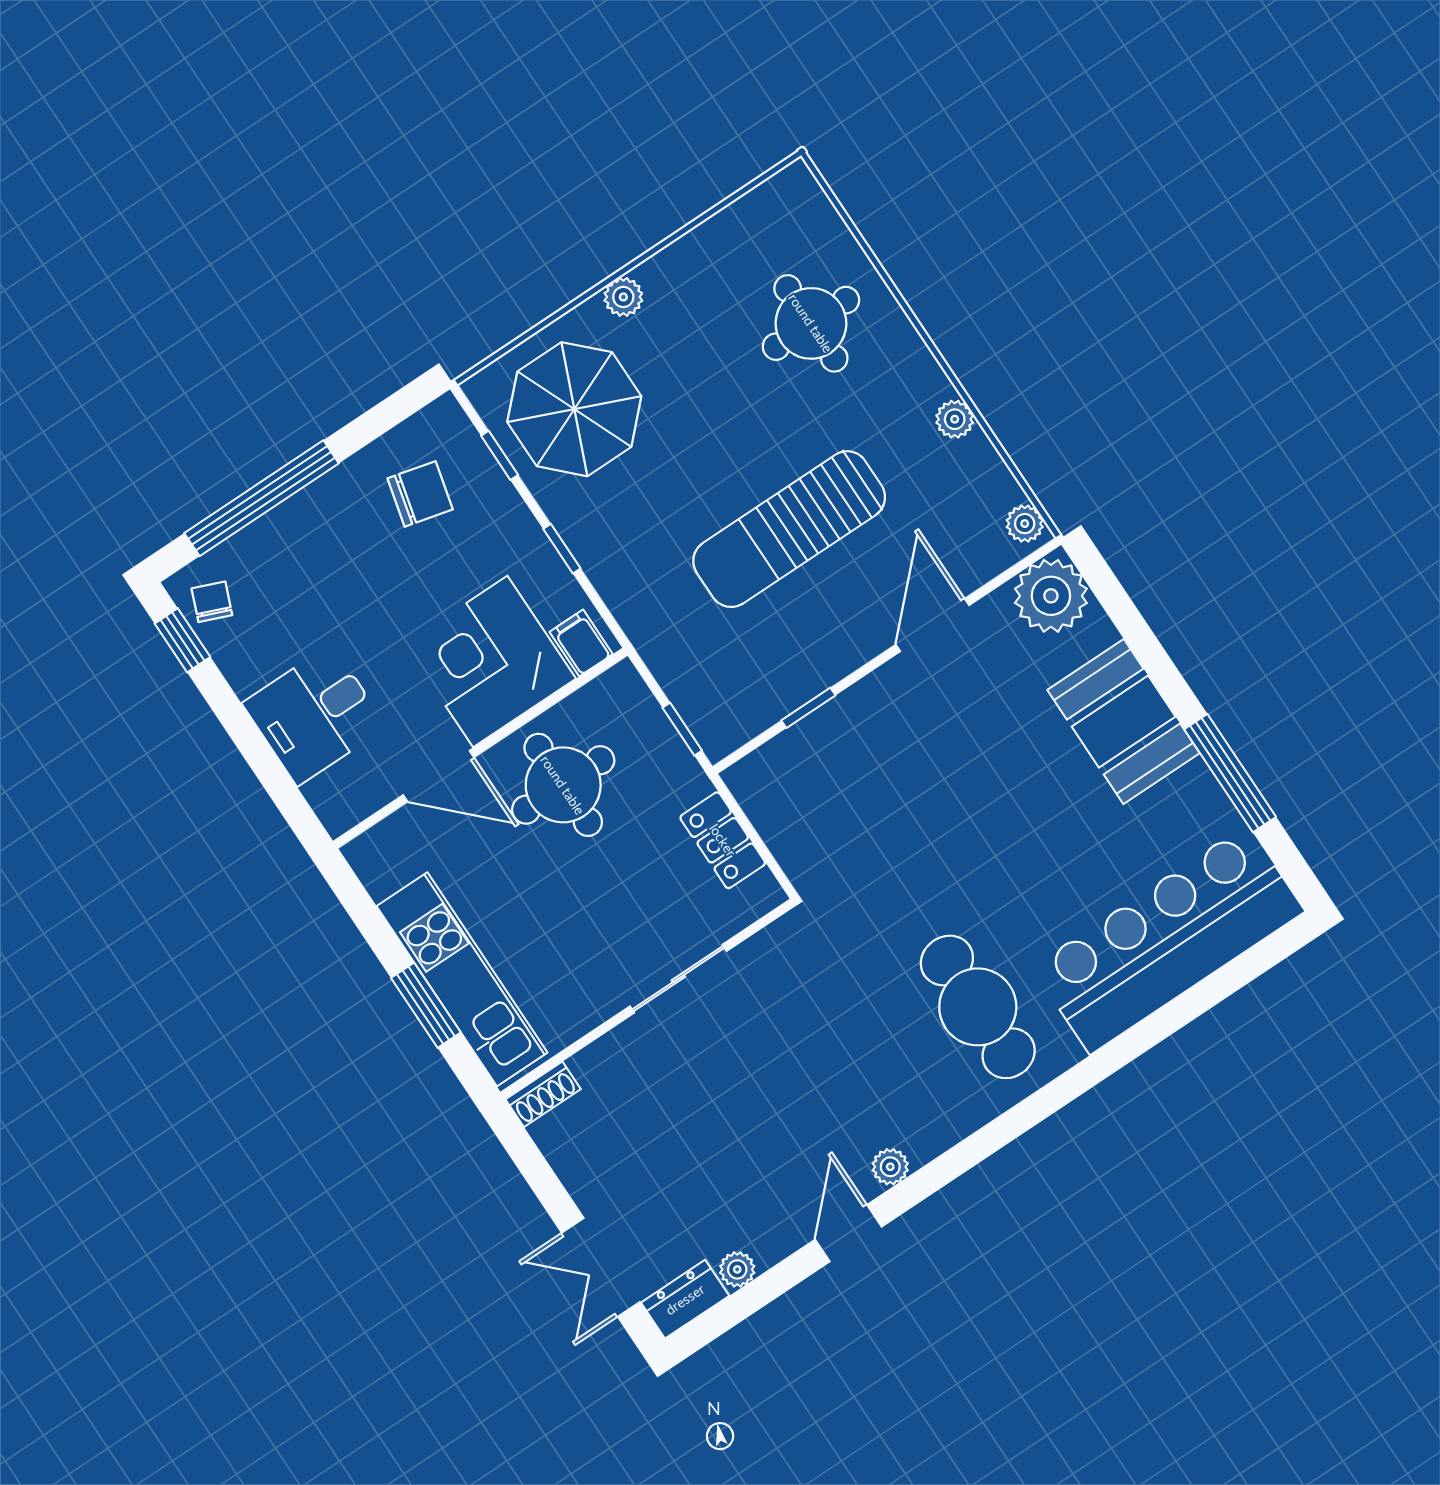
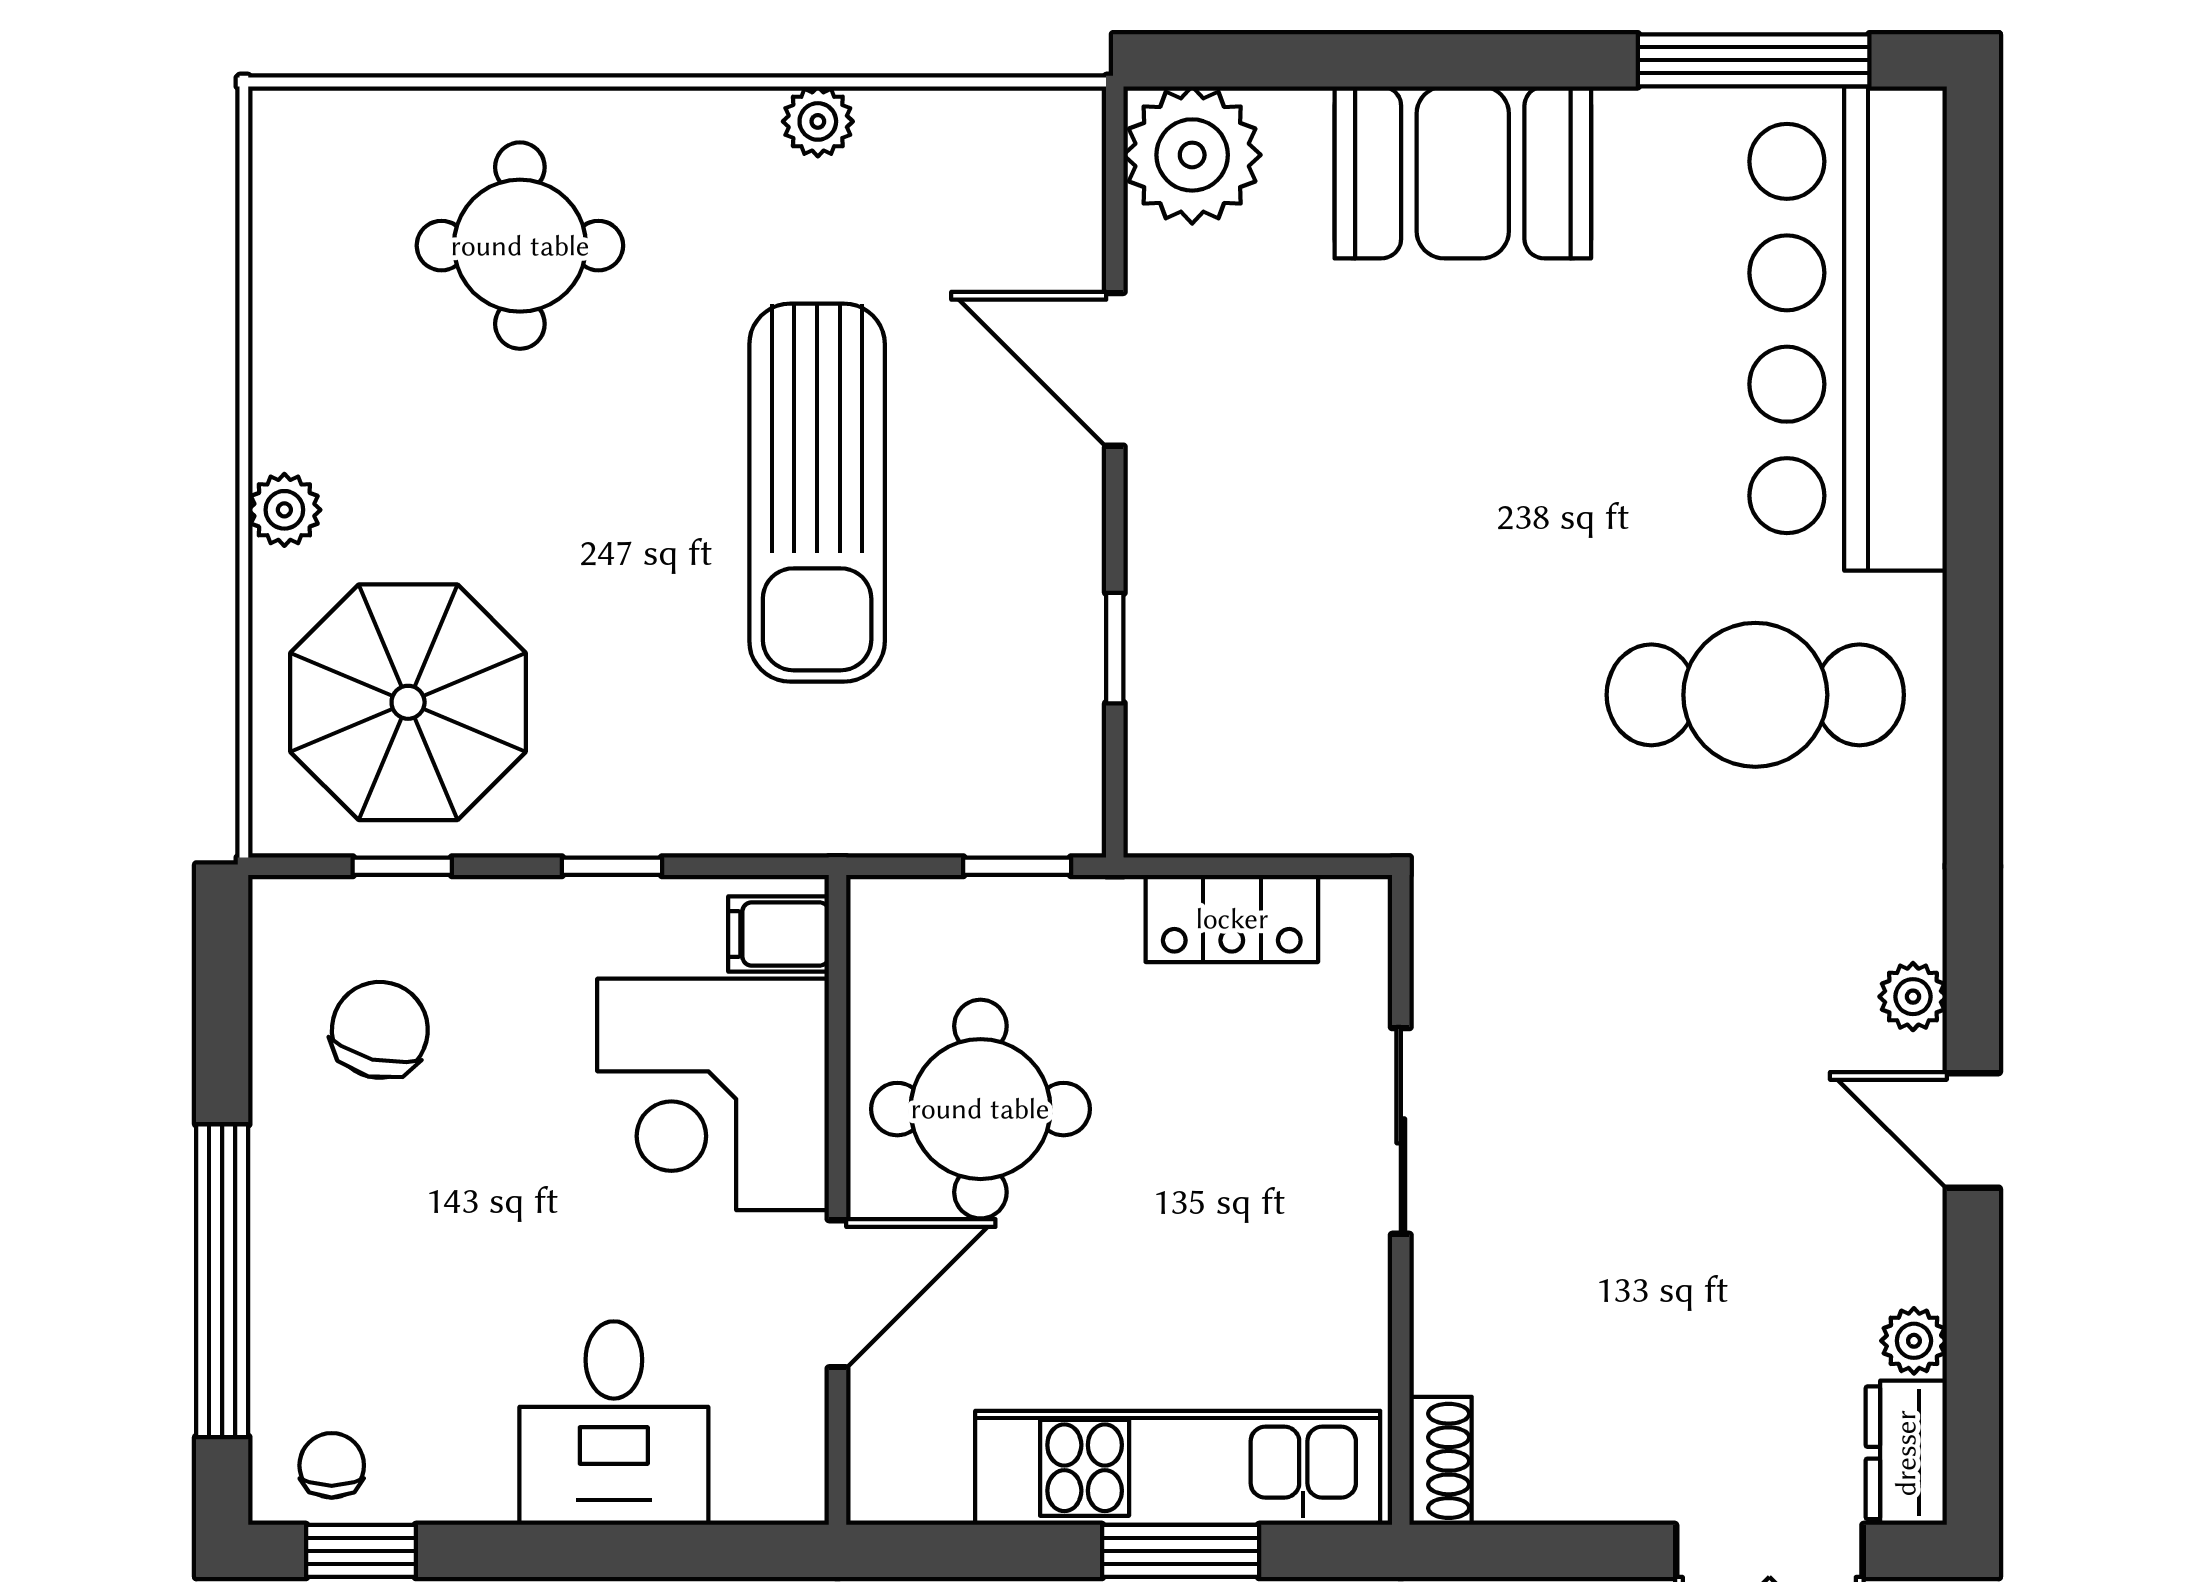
plant: (1025, 524) -> (1053, 121), removed
chair: (212, 602) -> (332, 1465), turned 68
window: (1230, 773) -> (1754, 60), moved

